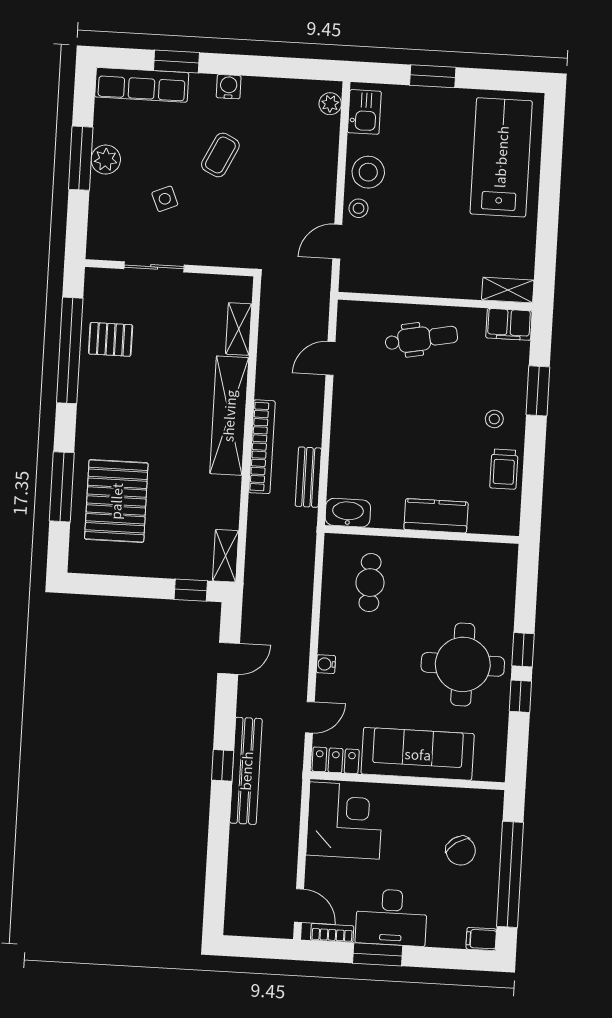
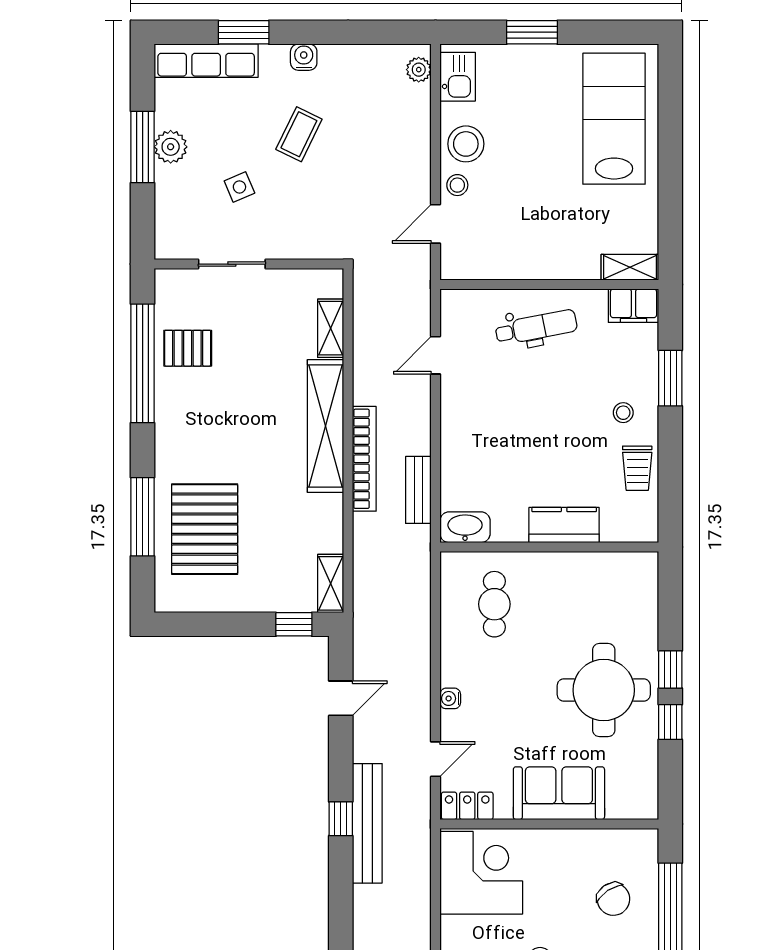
sofa: (418, 754) -> (559, 793), width x0.73

